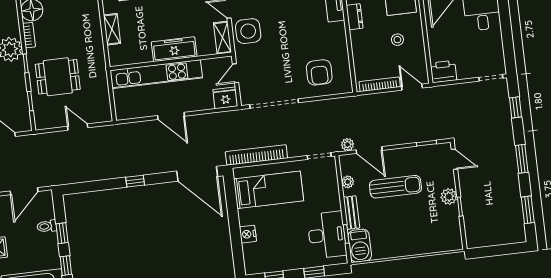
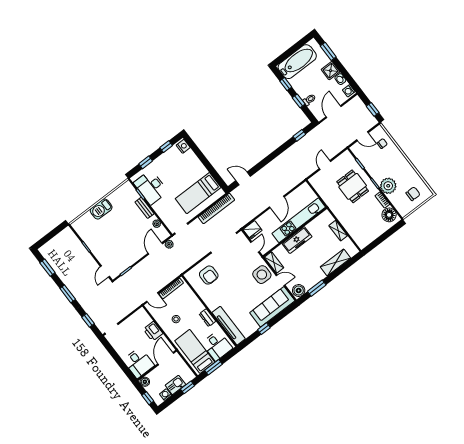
armchair: (319, 72) -> (209, 275), turned 180
printer: (443, 72) -> (153, 331), moved, turned 90
dining table: (58, 77) -> (353, 186), turned 90
door: (171, 116) -> (277, 202), swing flipped
door: (78, 127) -> (325, 165), swing flipped
door: (369, 150) -> (155, 248), hinge flipped
door: (454, 159) -> (105, 271), hinge flipped
door: (197, 174) -> (243, 178), width x0.53
window: (135, 181) -> (299, 135), moved
sun lounger: (395, 187) -> (129, 237), removed
plant: (449, 197) -> (96, 249), removed
nightstand: (248, 234) -> (183, 146), moved
barbecue: (360, 246) -> (101, 209), moved, turned -90

